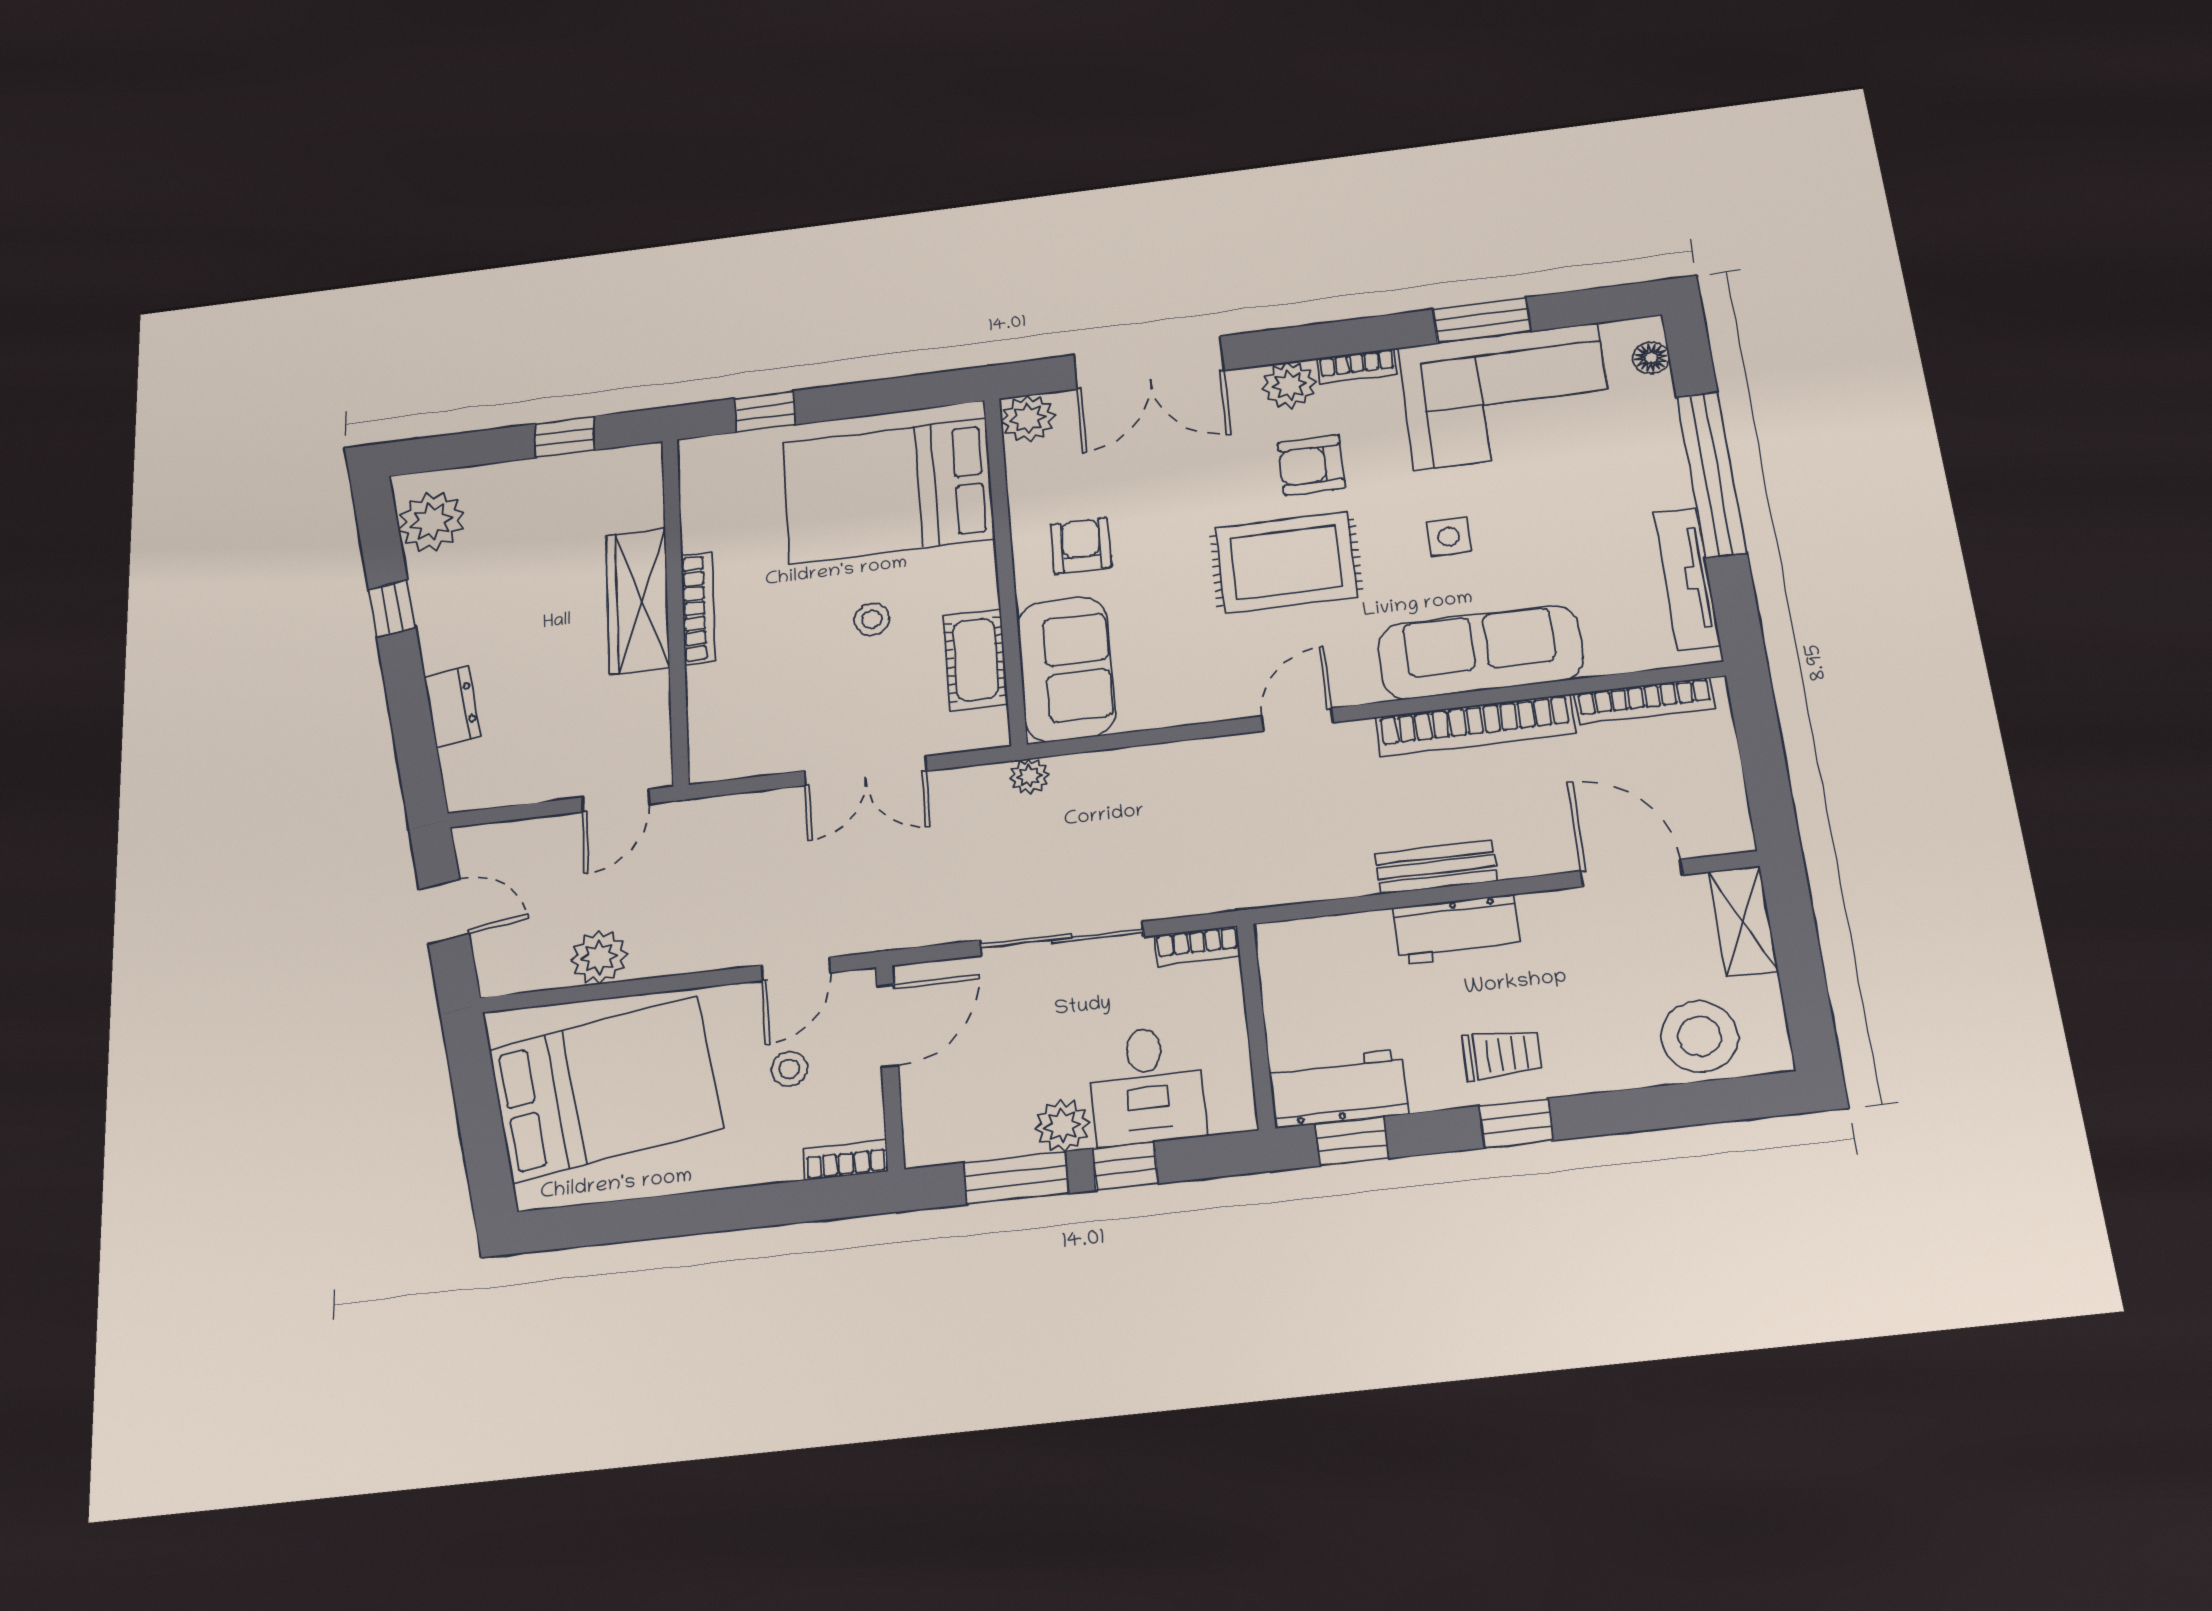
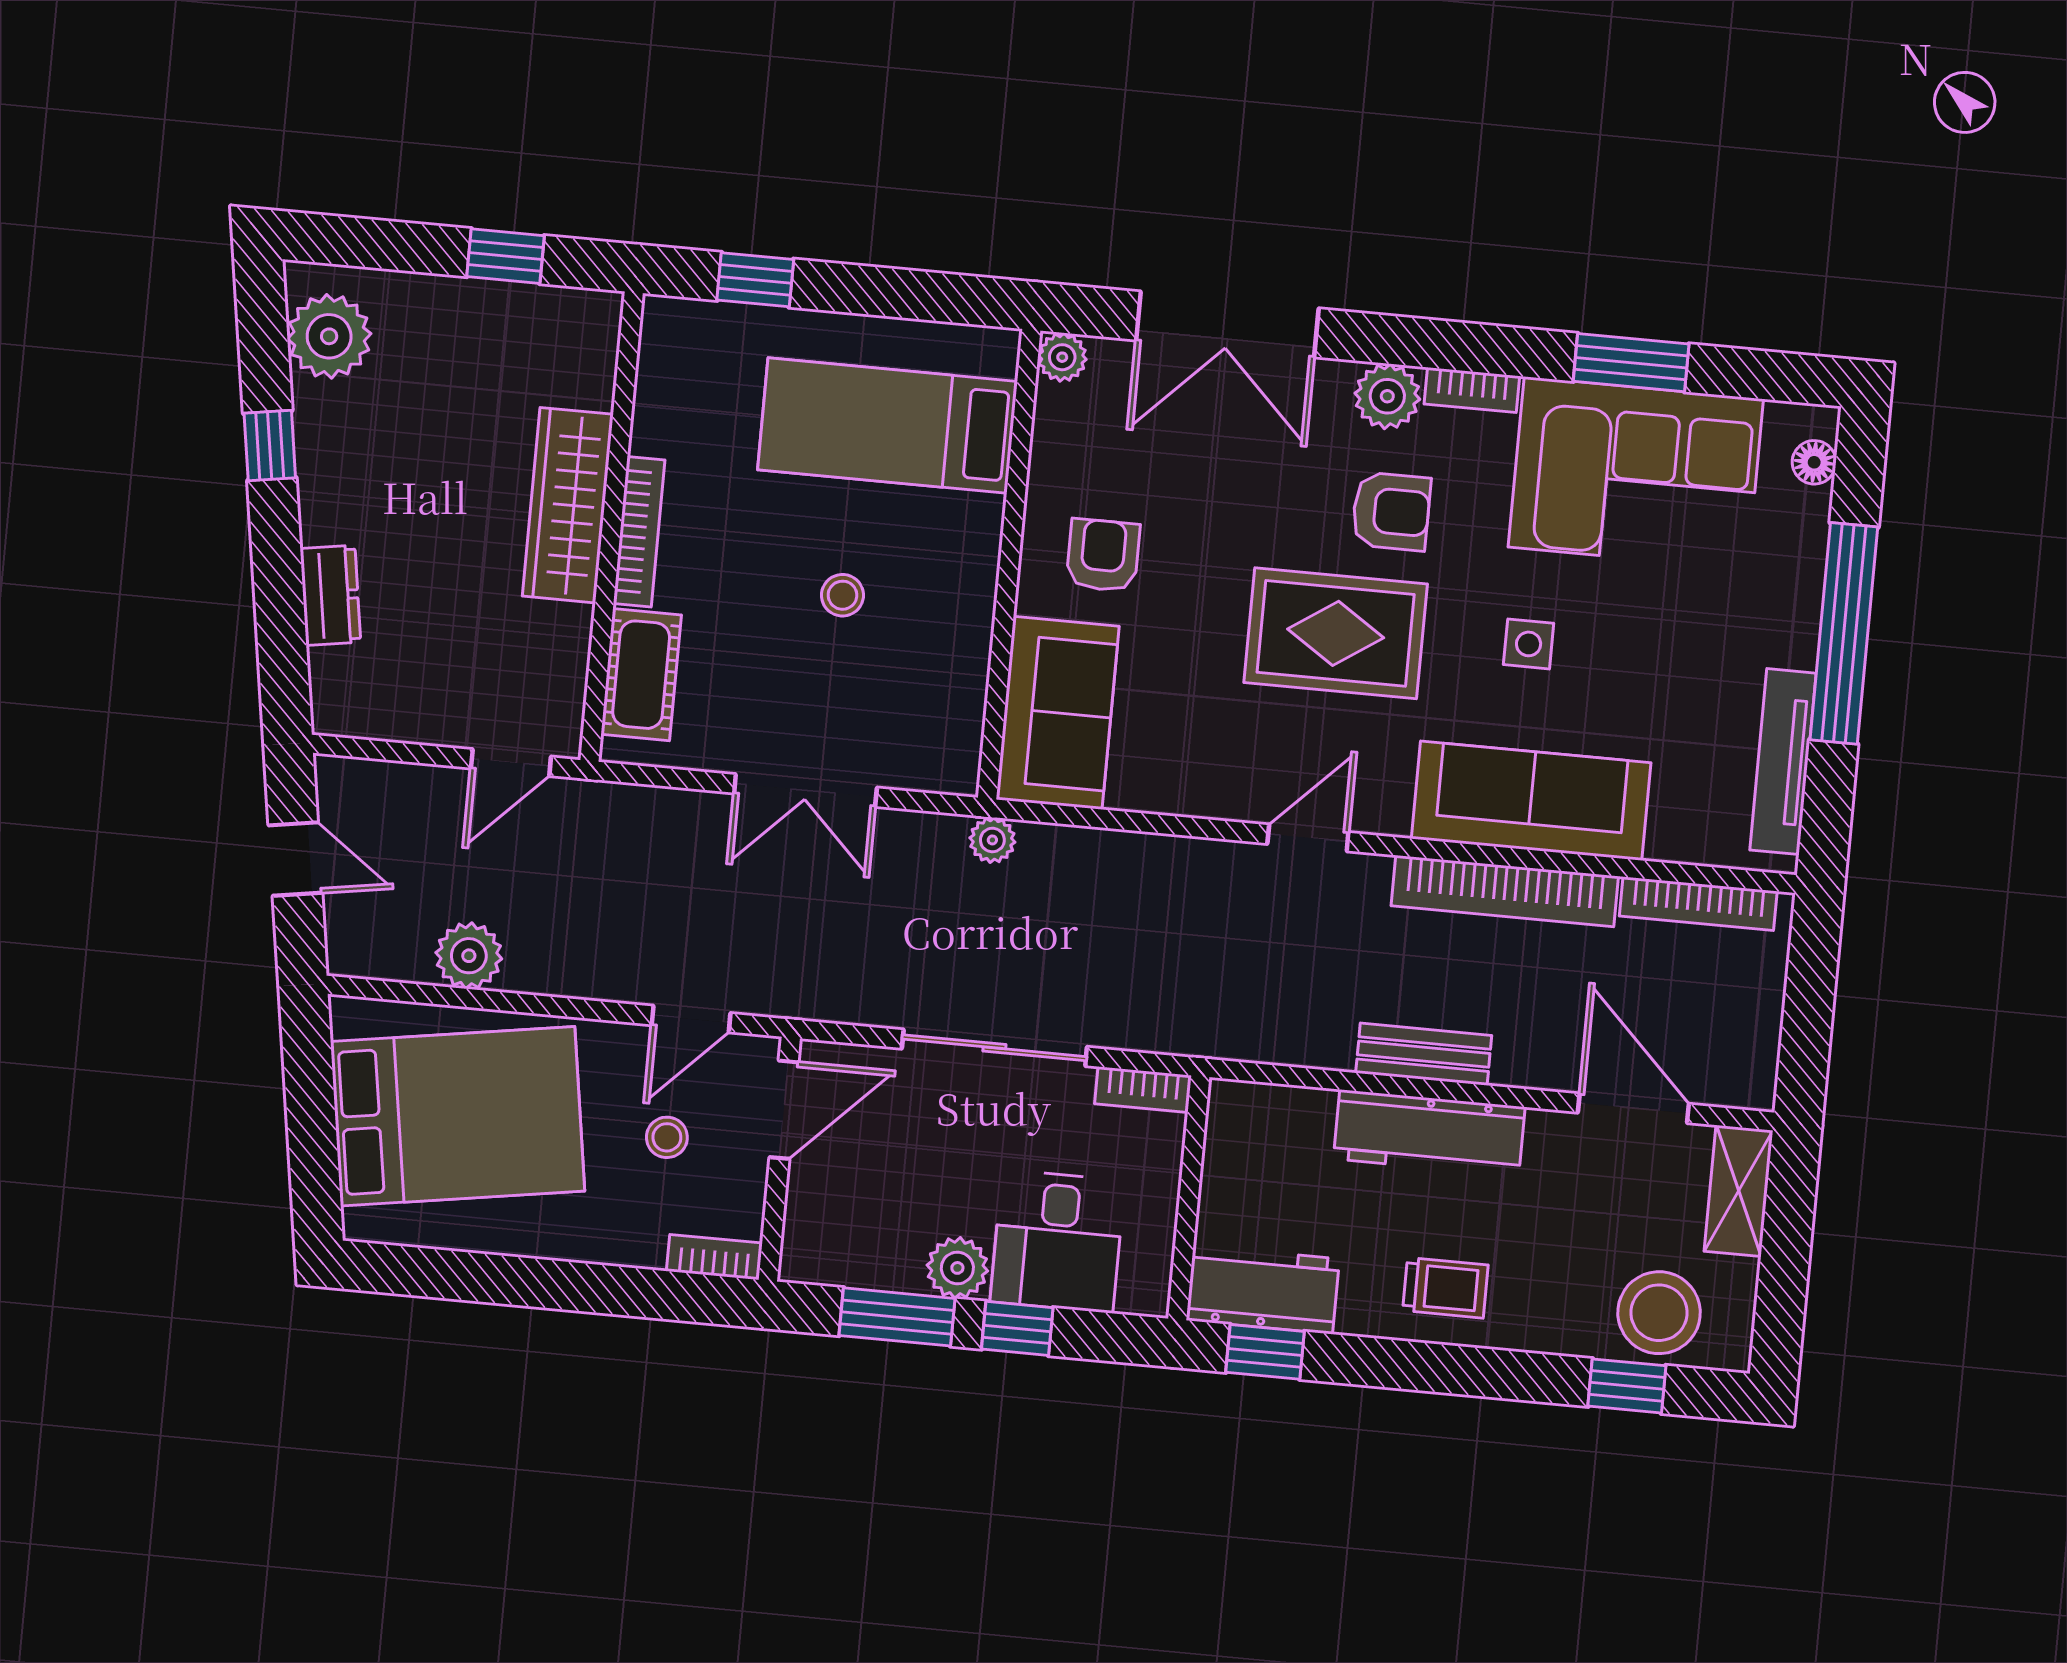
plant: (1028, 419) -> (1062, 357), width x0.73, depth x0.73
armchair: (1311, 465) -> (1391, 511), turned 180
bed: (888, 490) -> (888, 426), width x0.67
cot: (975, 660) -> (641, 675), moved
workbench: (1456, 930) -> (1429, 1133), width x1.38
window: (1516, 1123) -> (1627, 1386), moved

